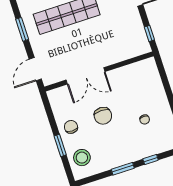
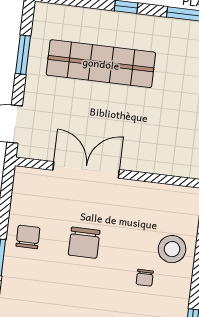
double door: (86, 76) -> (86, 170), swing flipped
stool: (82, 158) -> (172, 249), moved

